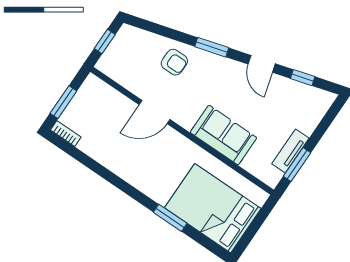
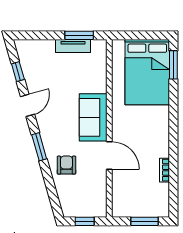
bookcase: (66, 134) -> (165, 170), moved
sofa: (223, 135) -> (93, 117), moved
window: (170, 218) -> (173, 65), moved

